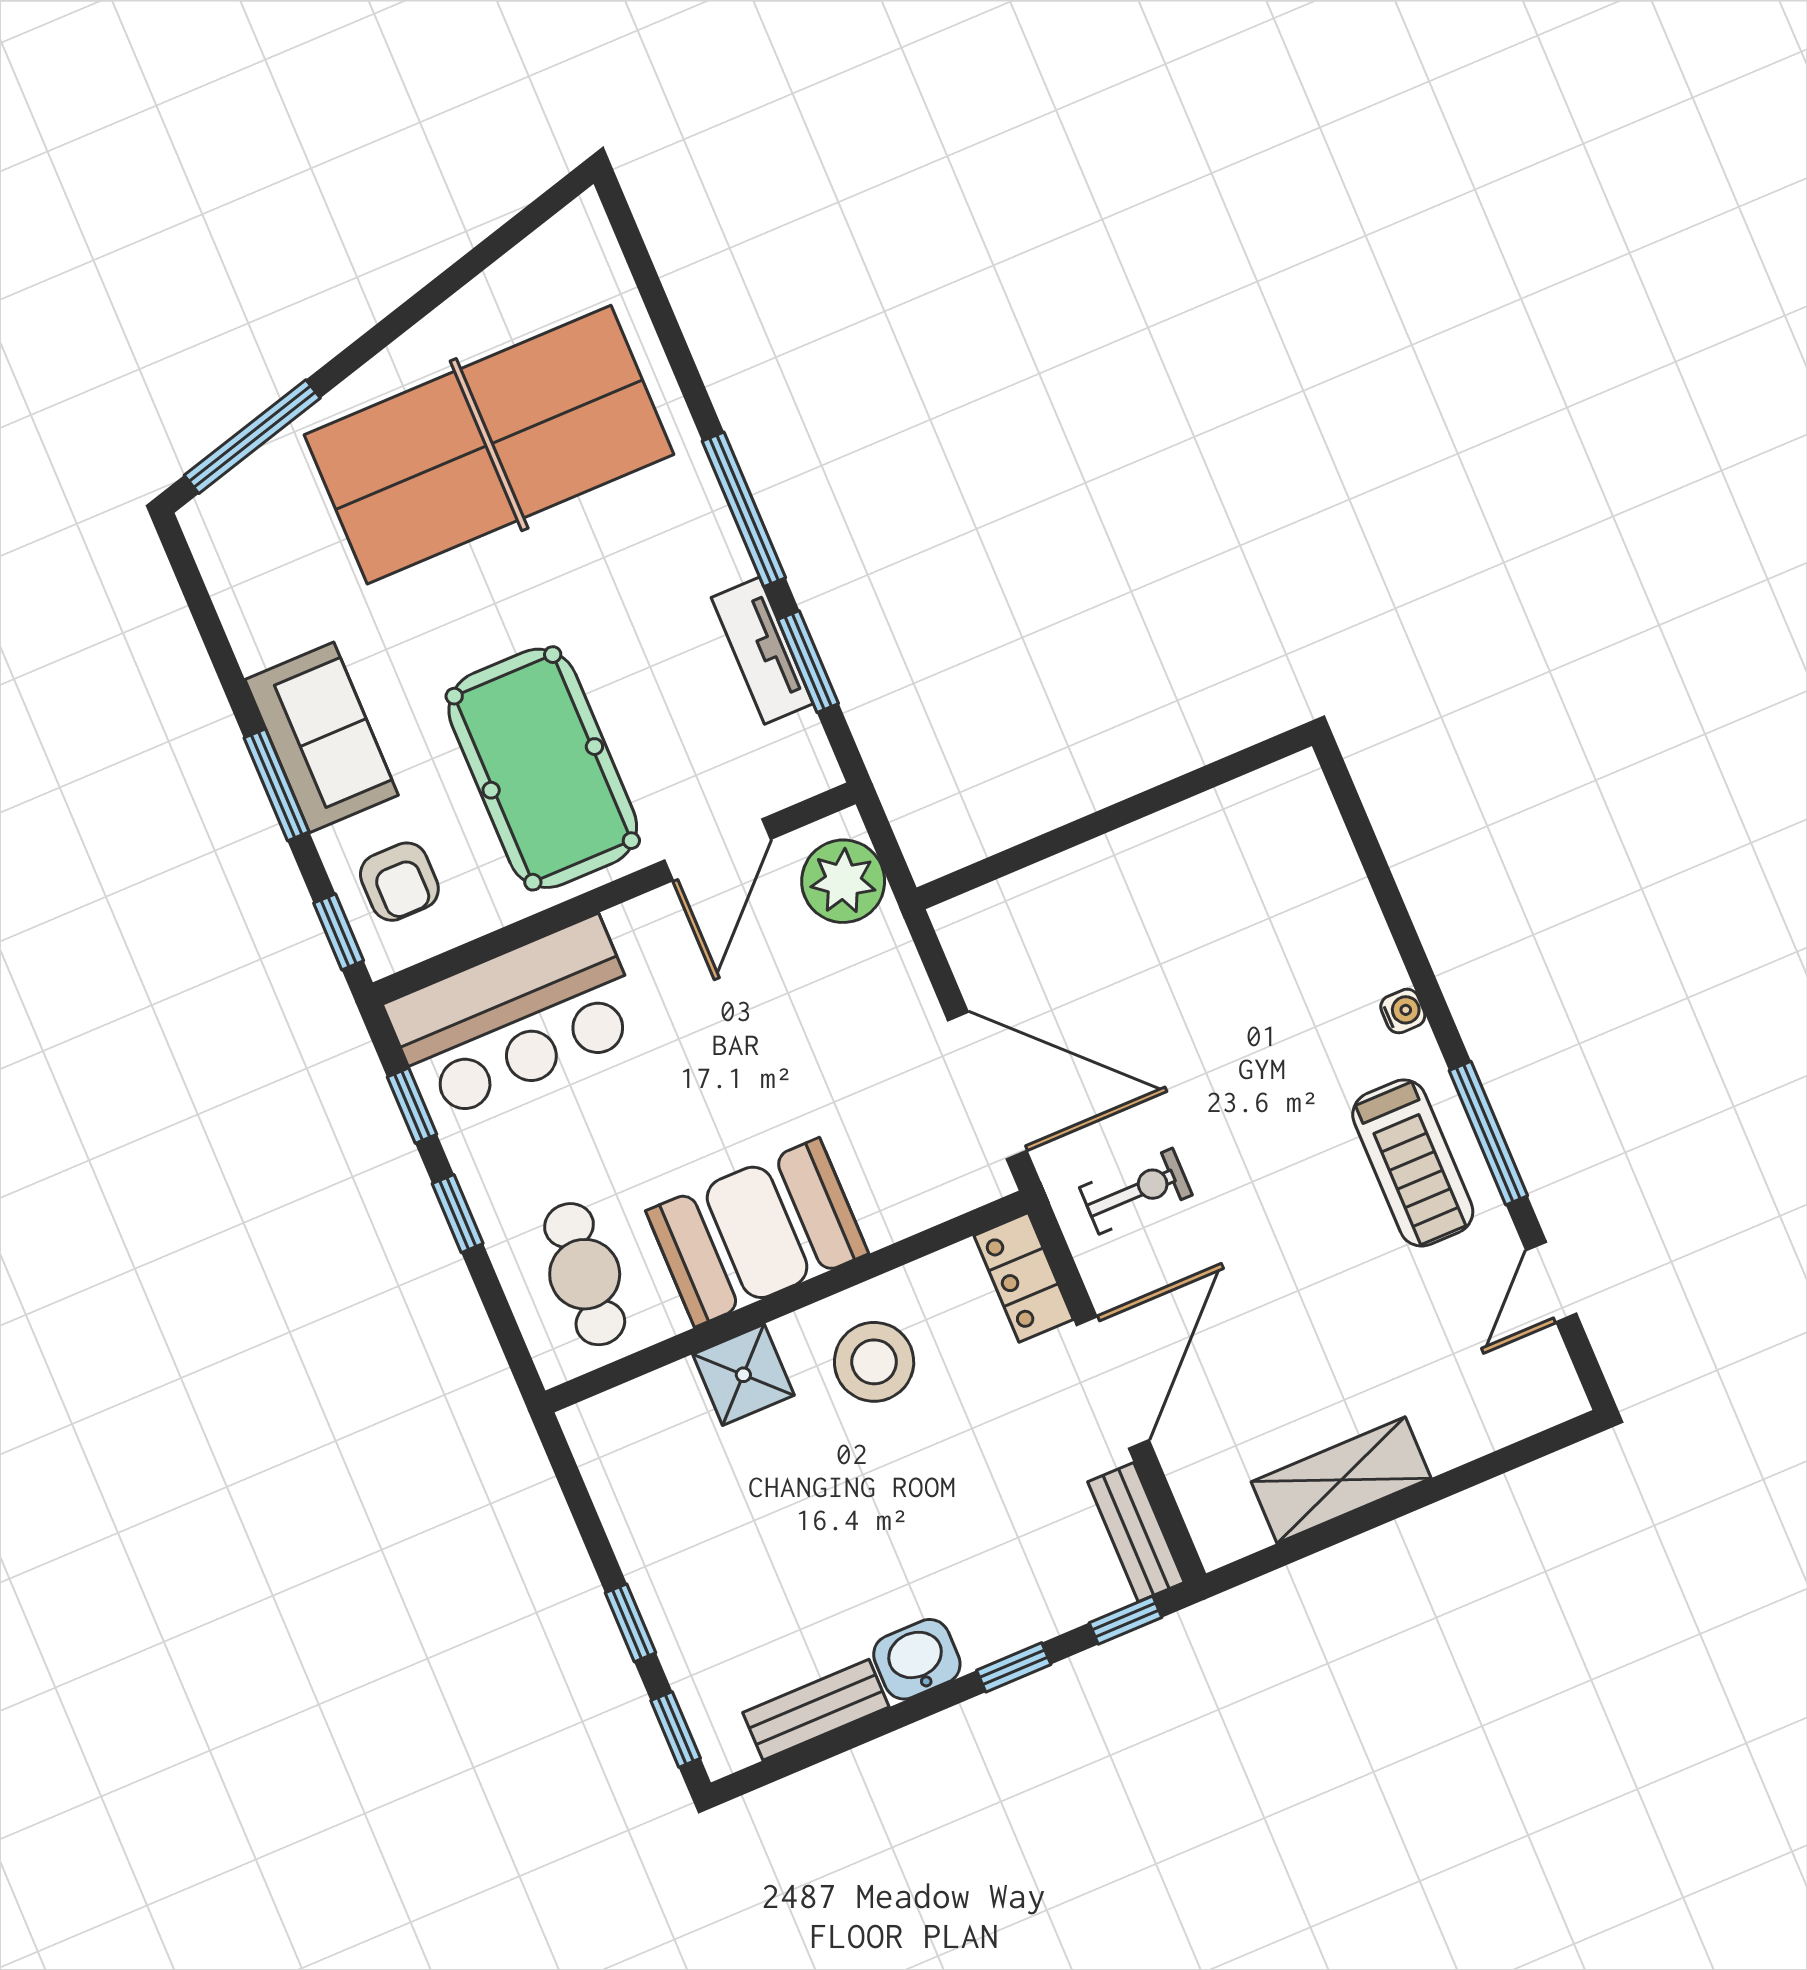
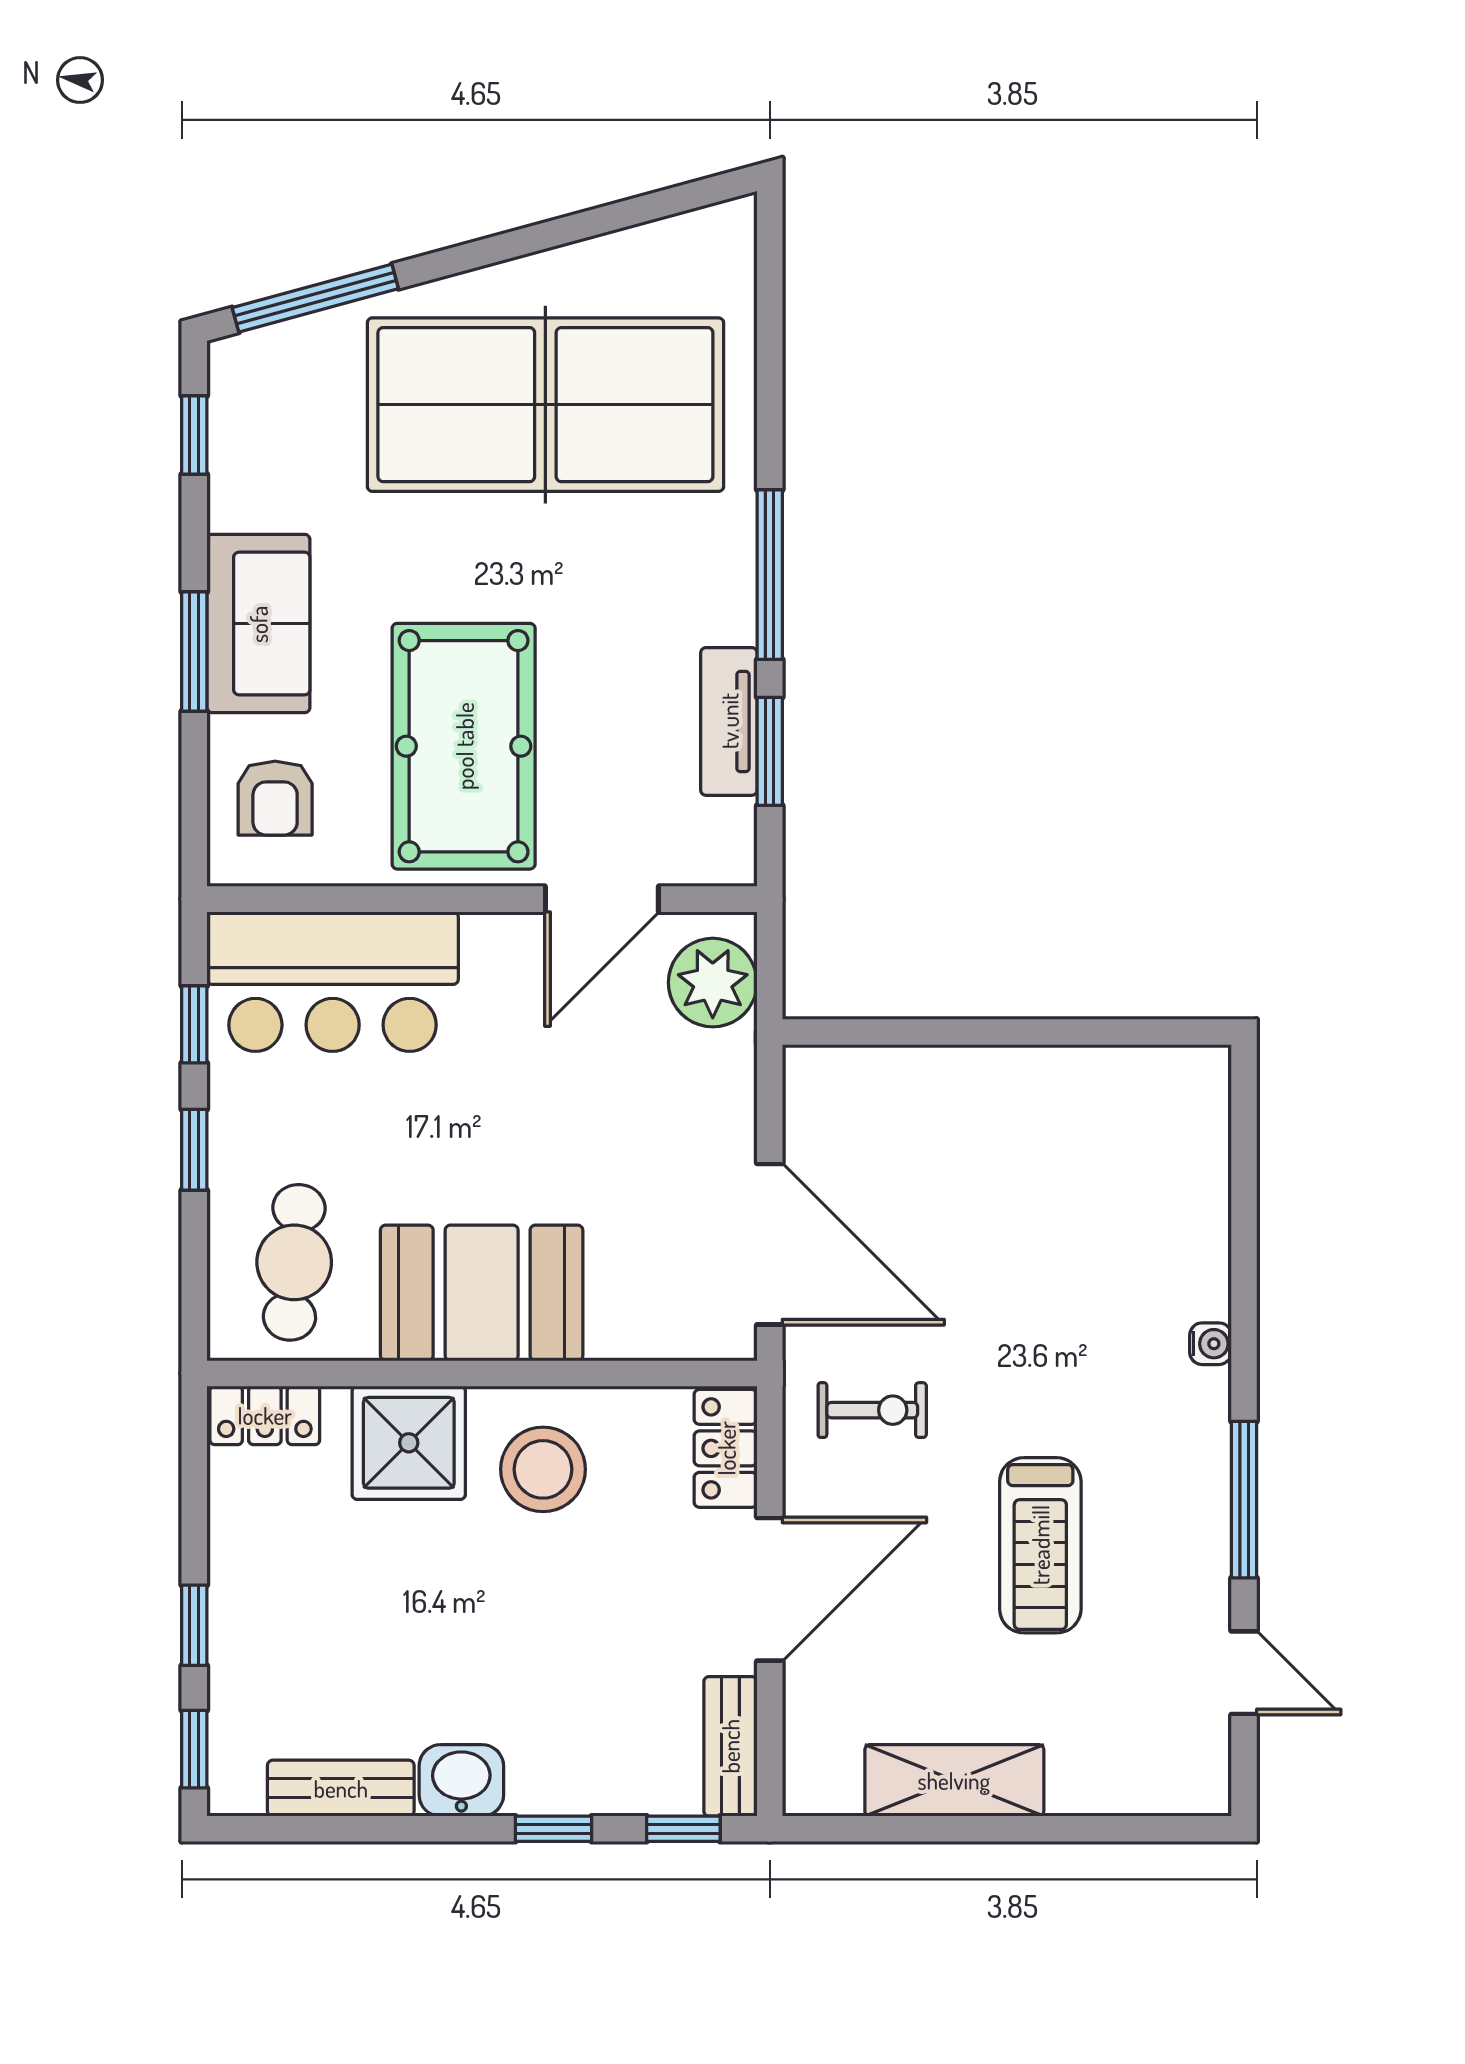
window: (339, 932) -> (194, 435), moved
treadmill: (1413, 1163) -> (1040, 1545), moved
door: (1551, 1282) -> (1244, 1673), swing flipped
shower: (743, 1375) -> (409, 1443), width x1.36, depth x1.36
locker: (615, 1417) -> (265, 1415), added

